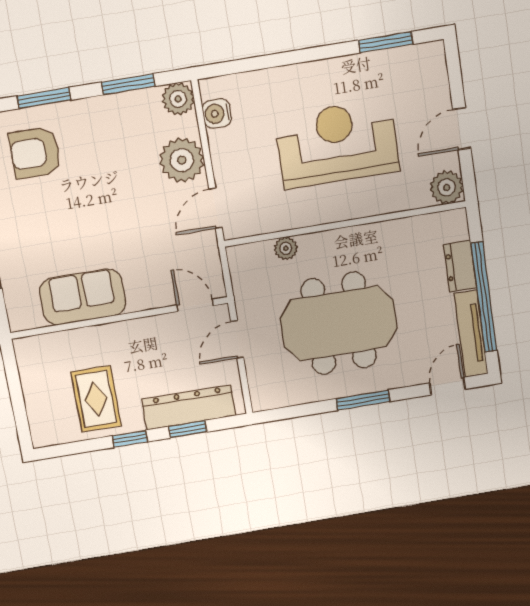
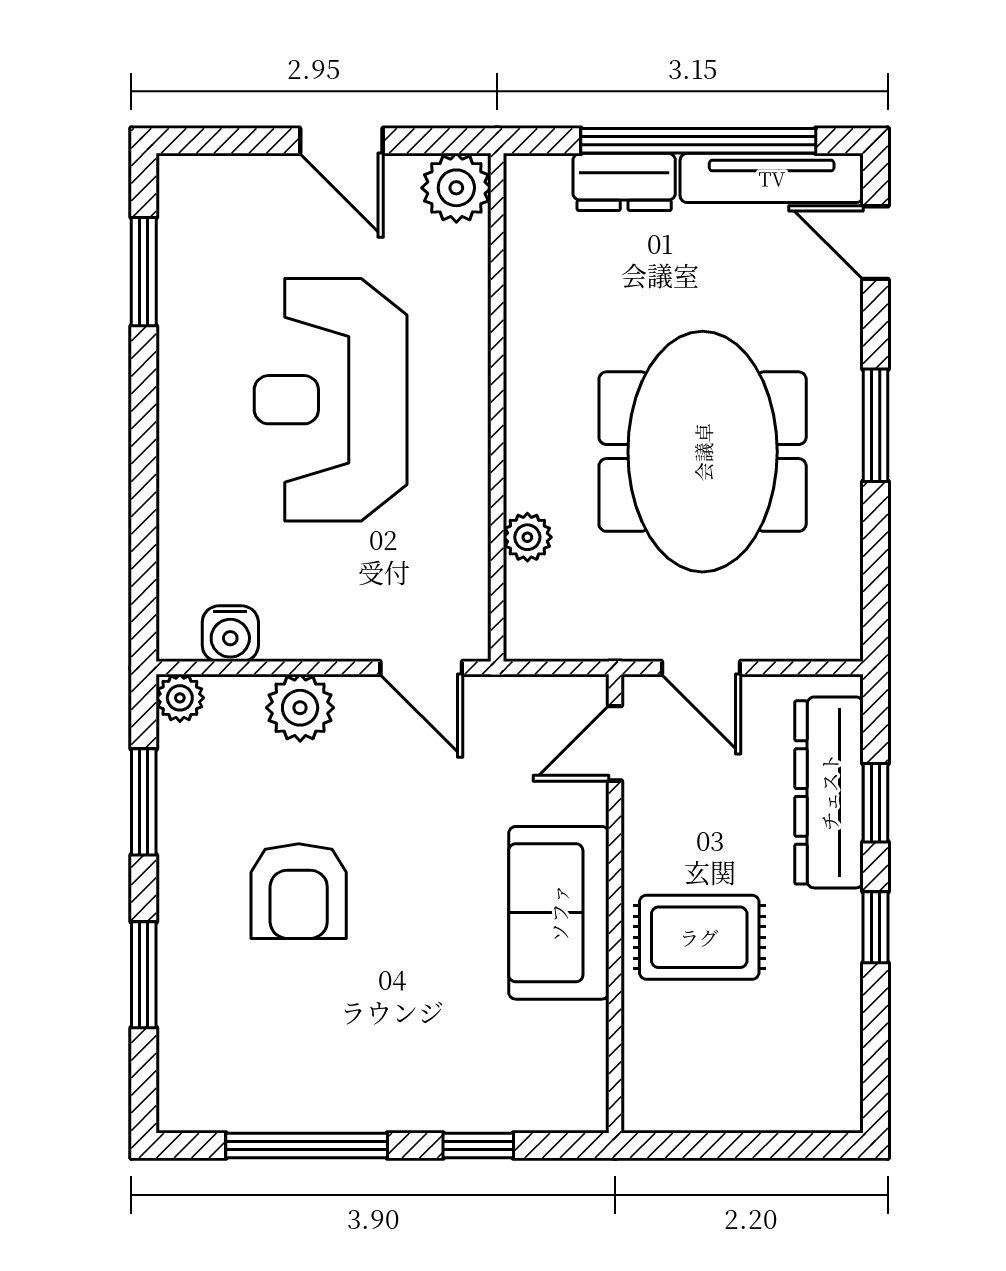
plant: (178, 99) -> (180, 698), width x0.73, depth x0.73
armchair: (35, 153) -> (299, 891), moved
plant: (182, 160) -> (300, 708), width x0.73, depth x0.73
sofa: (83, 297) -> (559, 913), moved
rug: (96, 399) -> (699, 937), moved

